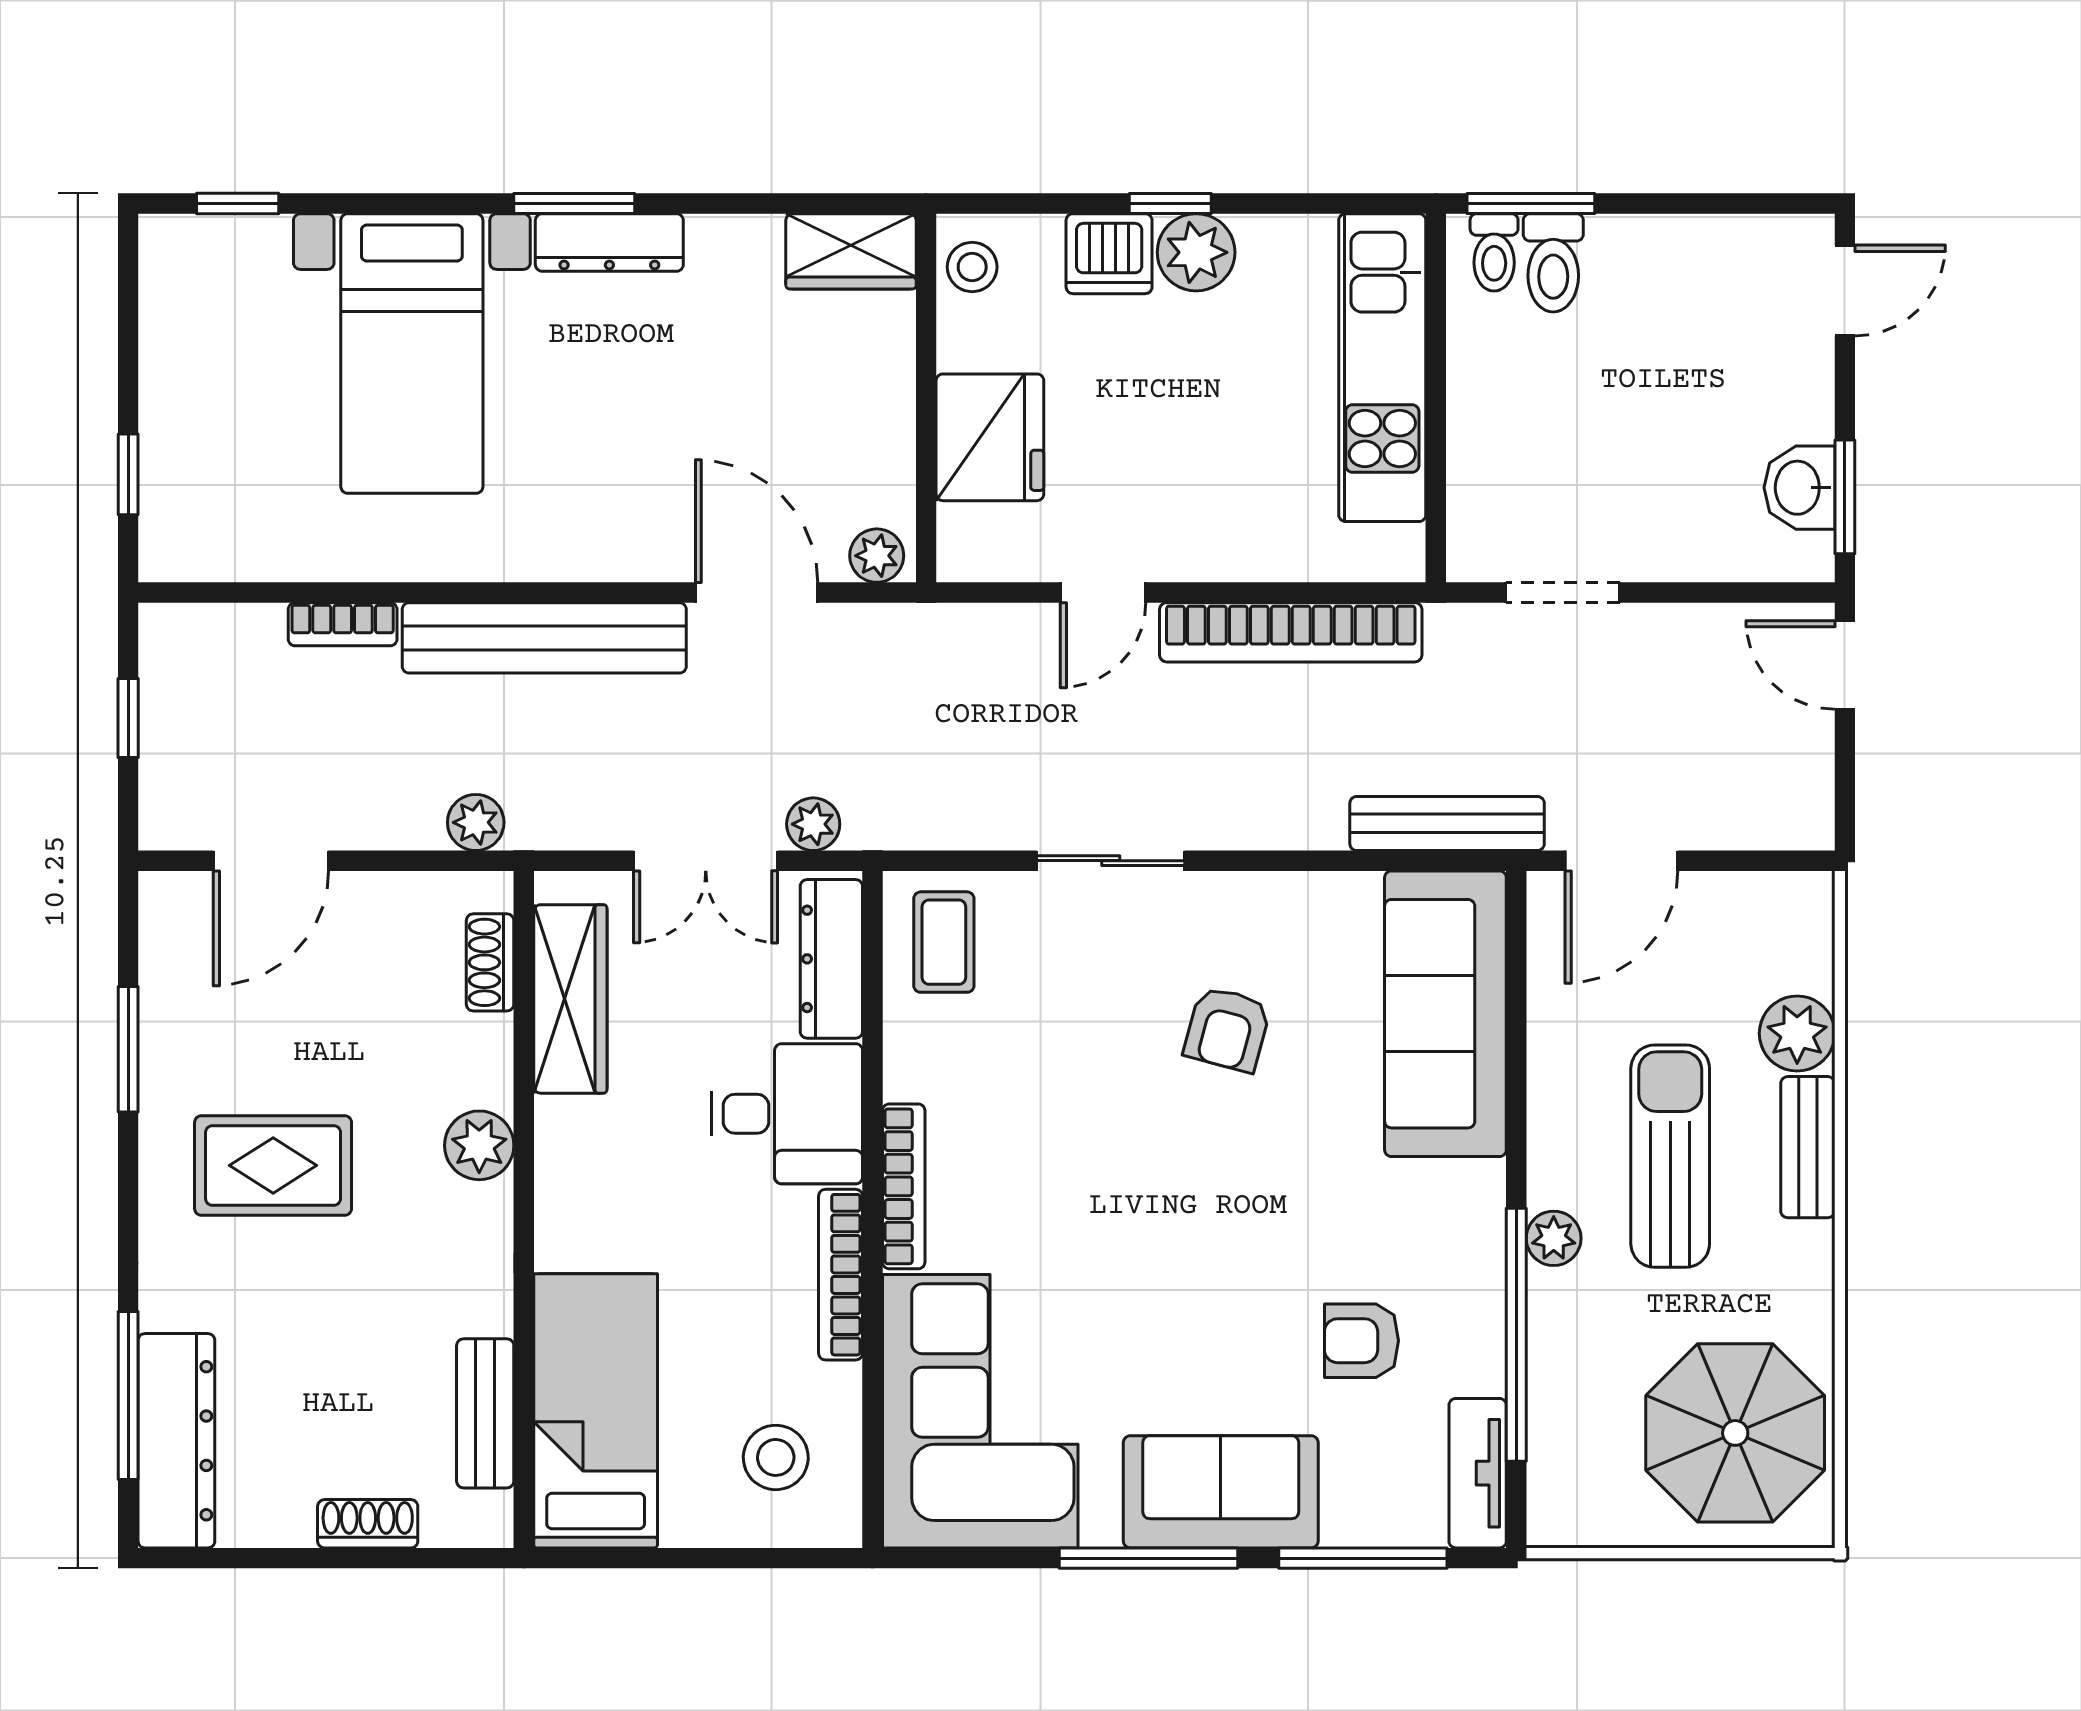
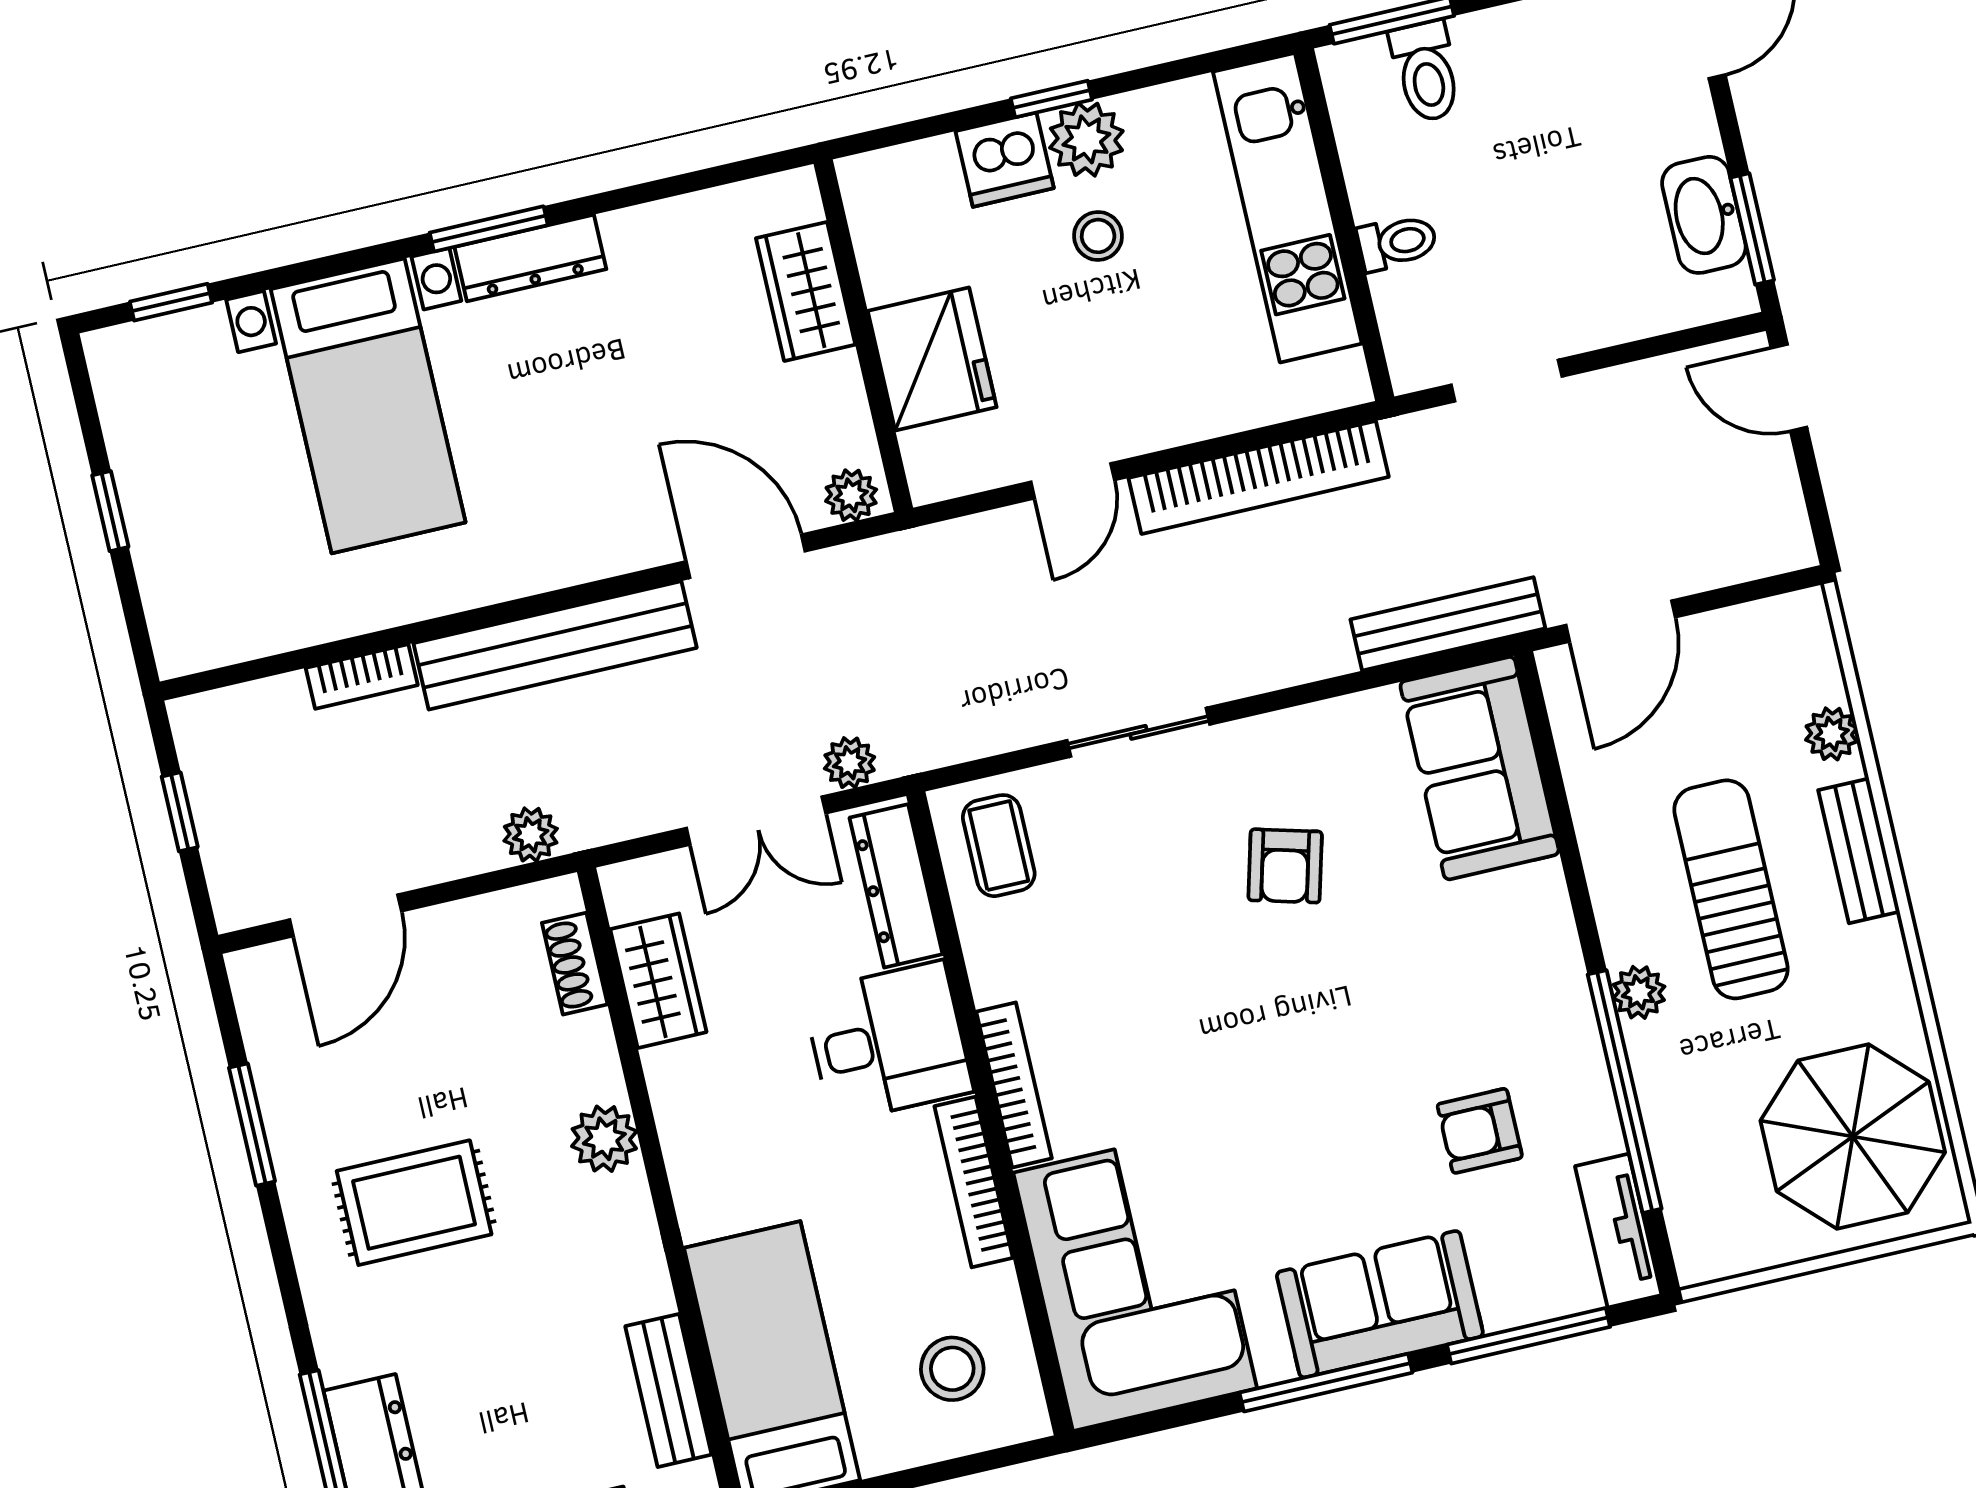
wardrobe: (851, 251) -> (806, 291), moved, turned 90
toilet: (1494, 252) -> (1397, 243), moved, turned -90
stool: (972, 267) -> (1098, 236), moved
window: (128, 474) -> (110, 511), moved
washbasin: (1799, 488) -> (1704, 215), width x1.38
wardrobe: (570, 999) -> (658, 981), width x0.67
sofa: (1445, 1014) -> (1480, 768), width x0.73
plant: (1797, 1033) -> (1832, 734), width x0.73, depth x0.73

